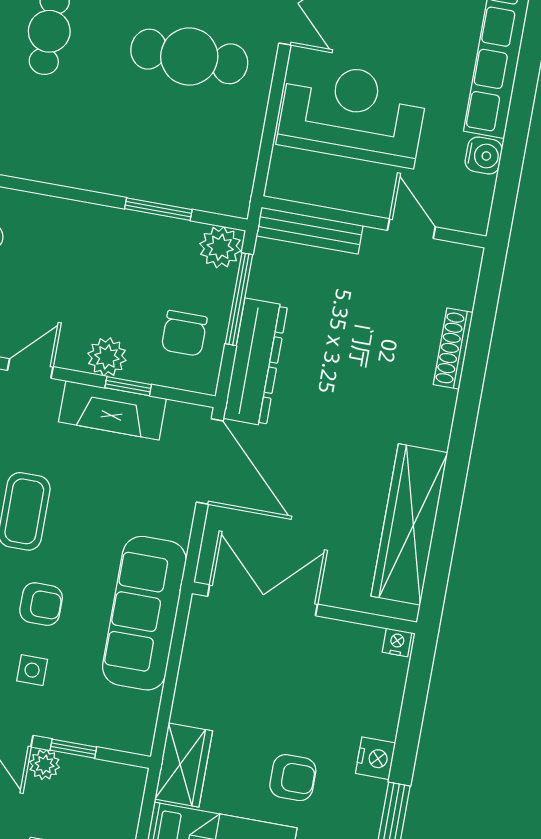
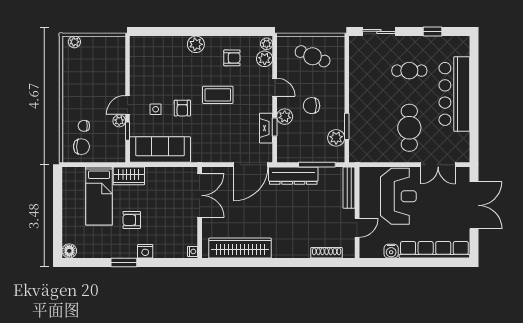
plant: (220, 247) -> (336, 138), moved
chair: (184, 333) -> (311, 106), moved
shoe rack: (453, 349) -> (327, 253), moved
fireplace: (112, 410) -> (266, 128), width x0.73, depth x0.76
sofa: (144, 613) -> (160, 150), moved
armchair: (293, 778) -> (132, 220), turned 90

